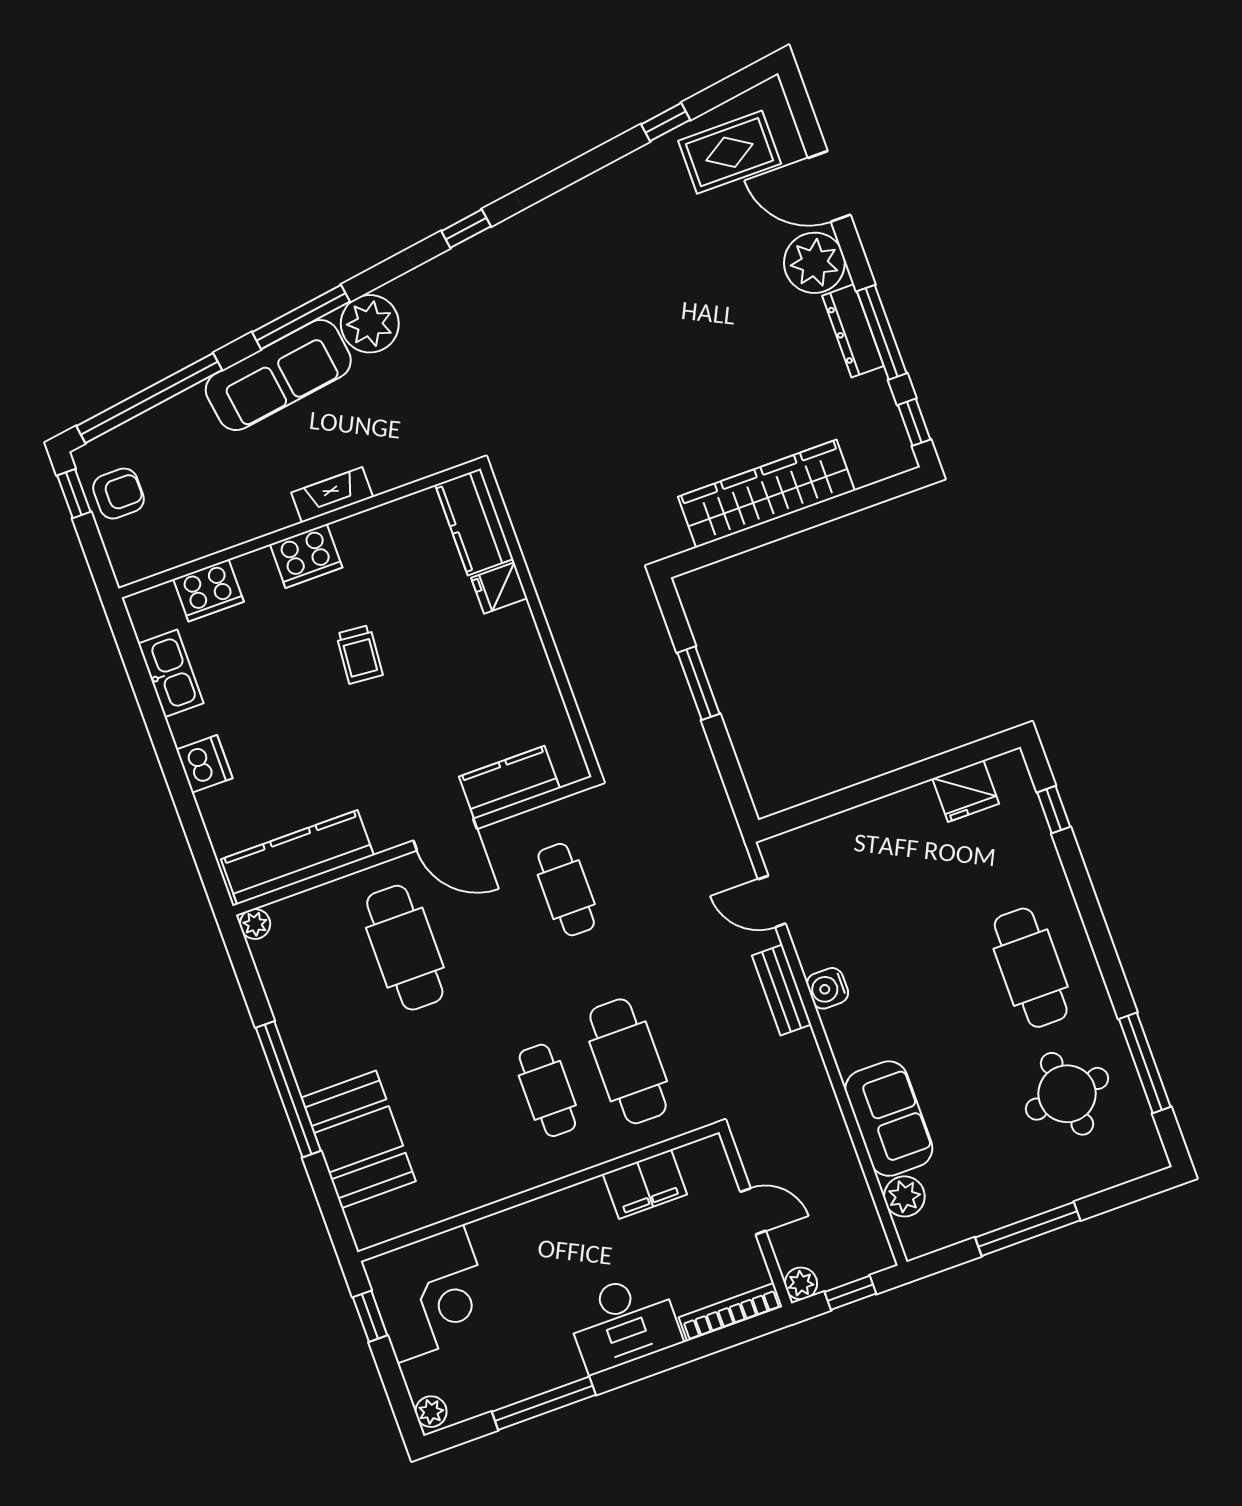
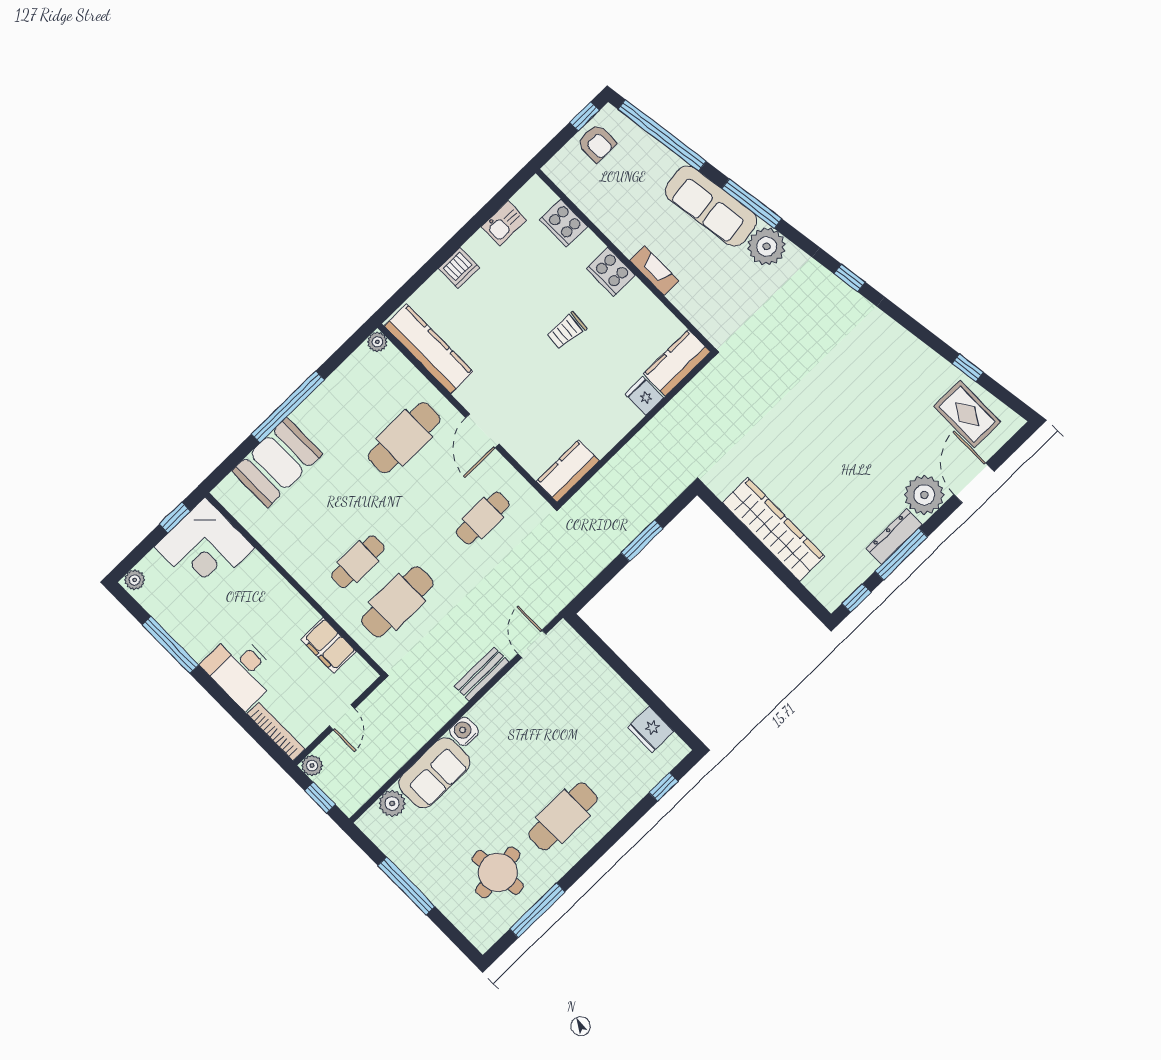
kitchen sink: (171, 673) -> (504, 223), width x0.73
kitchen counter: (509, 782) -> (568, 471), moved, turned -90
water cooler: (828, 988) -> (464, 731), moved

